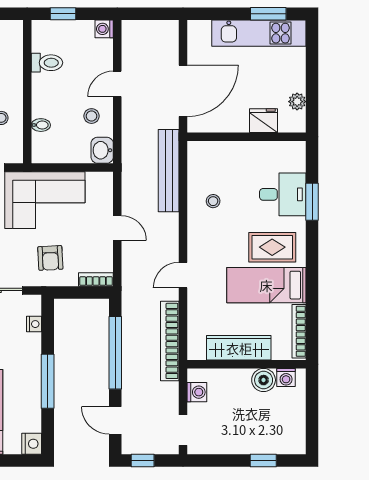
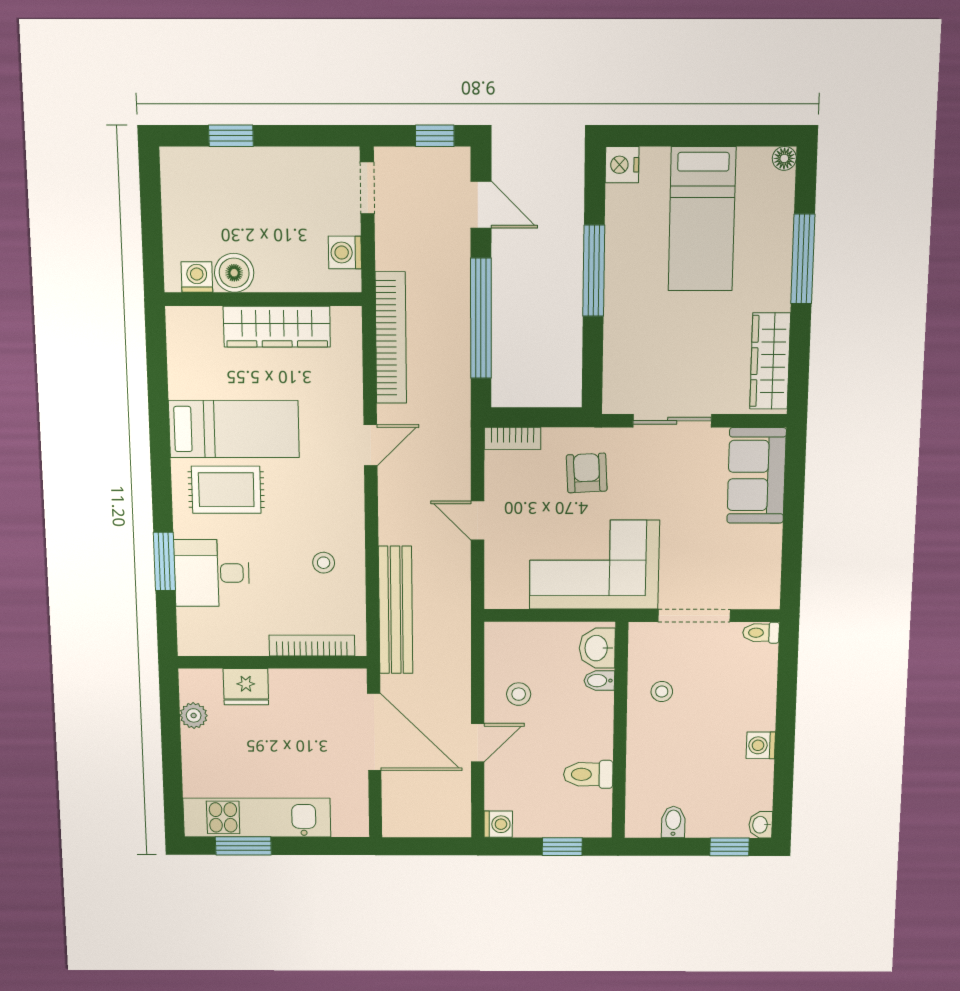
door: (183, 91) -> (374, 732), swing flipped
washbasin: (102, 150) -> (597, 648), moved, turned 180
nightstand: (34, 324) -> (615, 366), removed
bookcase: (299, 331) -> (312, 645), moved, turned -90

